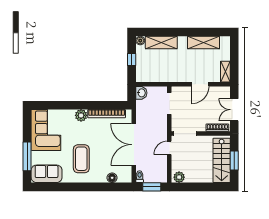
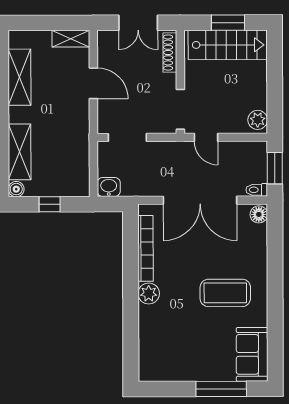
corner sofa: (46, 130) -> (175, 356), removed
floor lamp: (112, 178) -> (259, 214), moved

